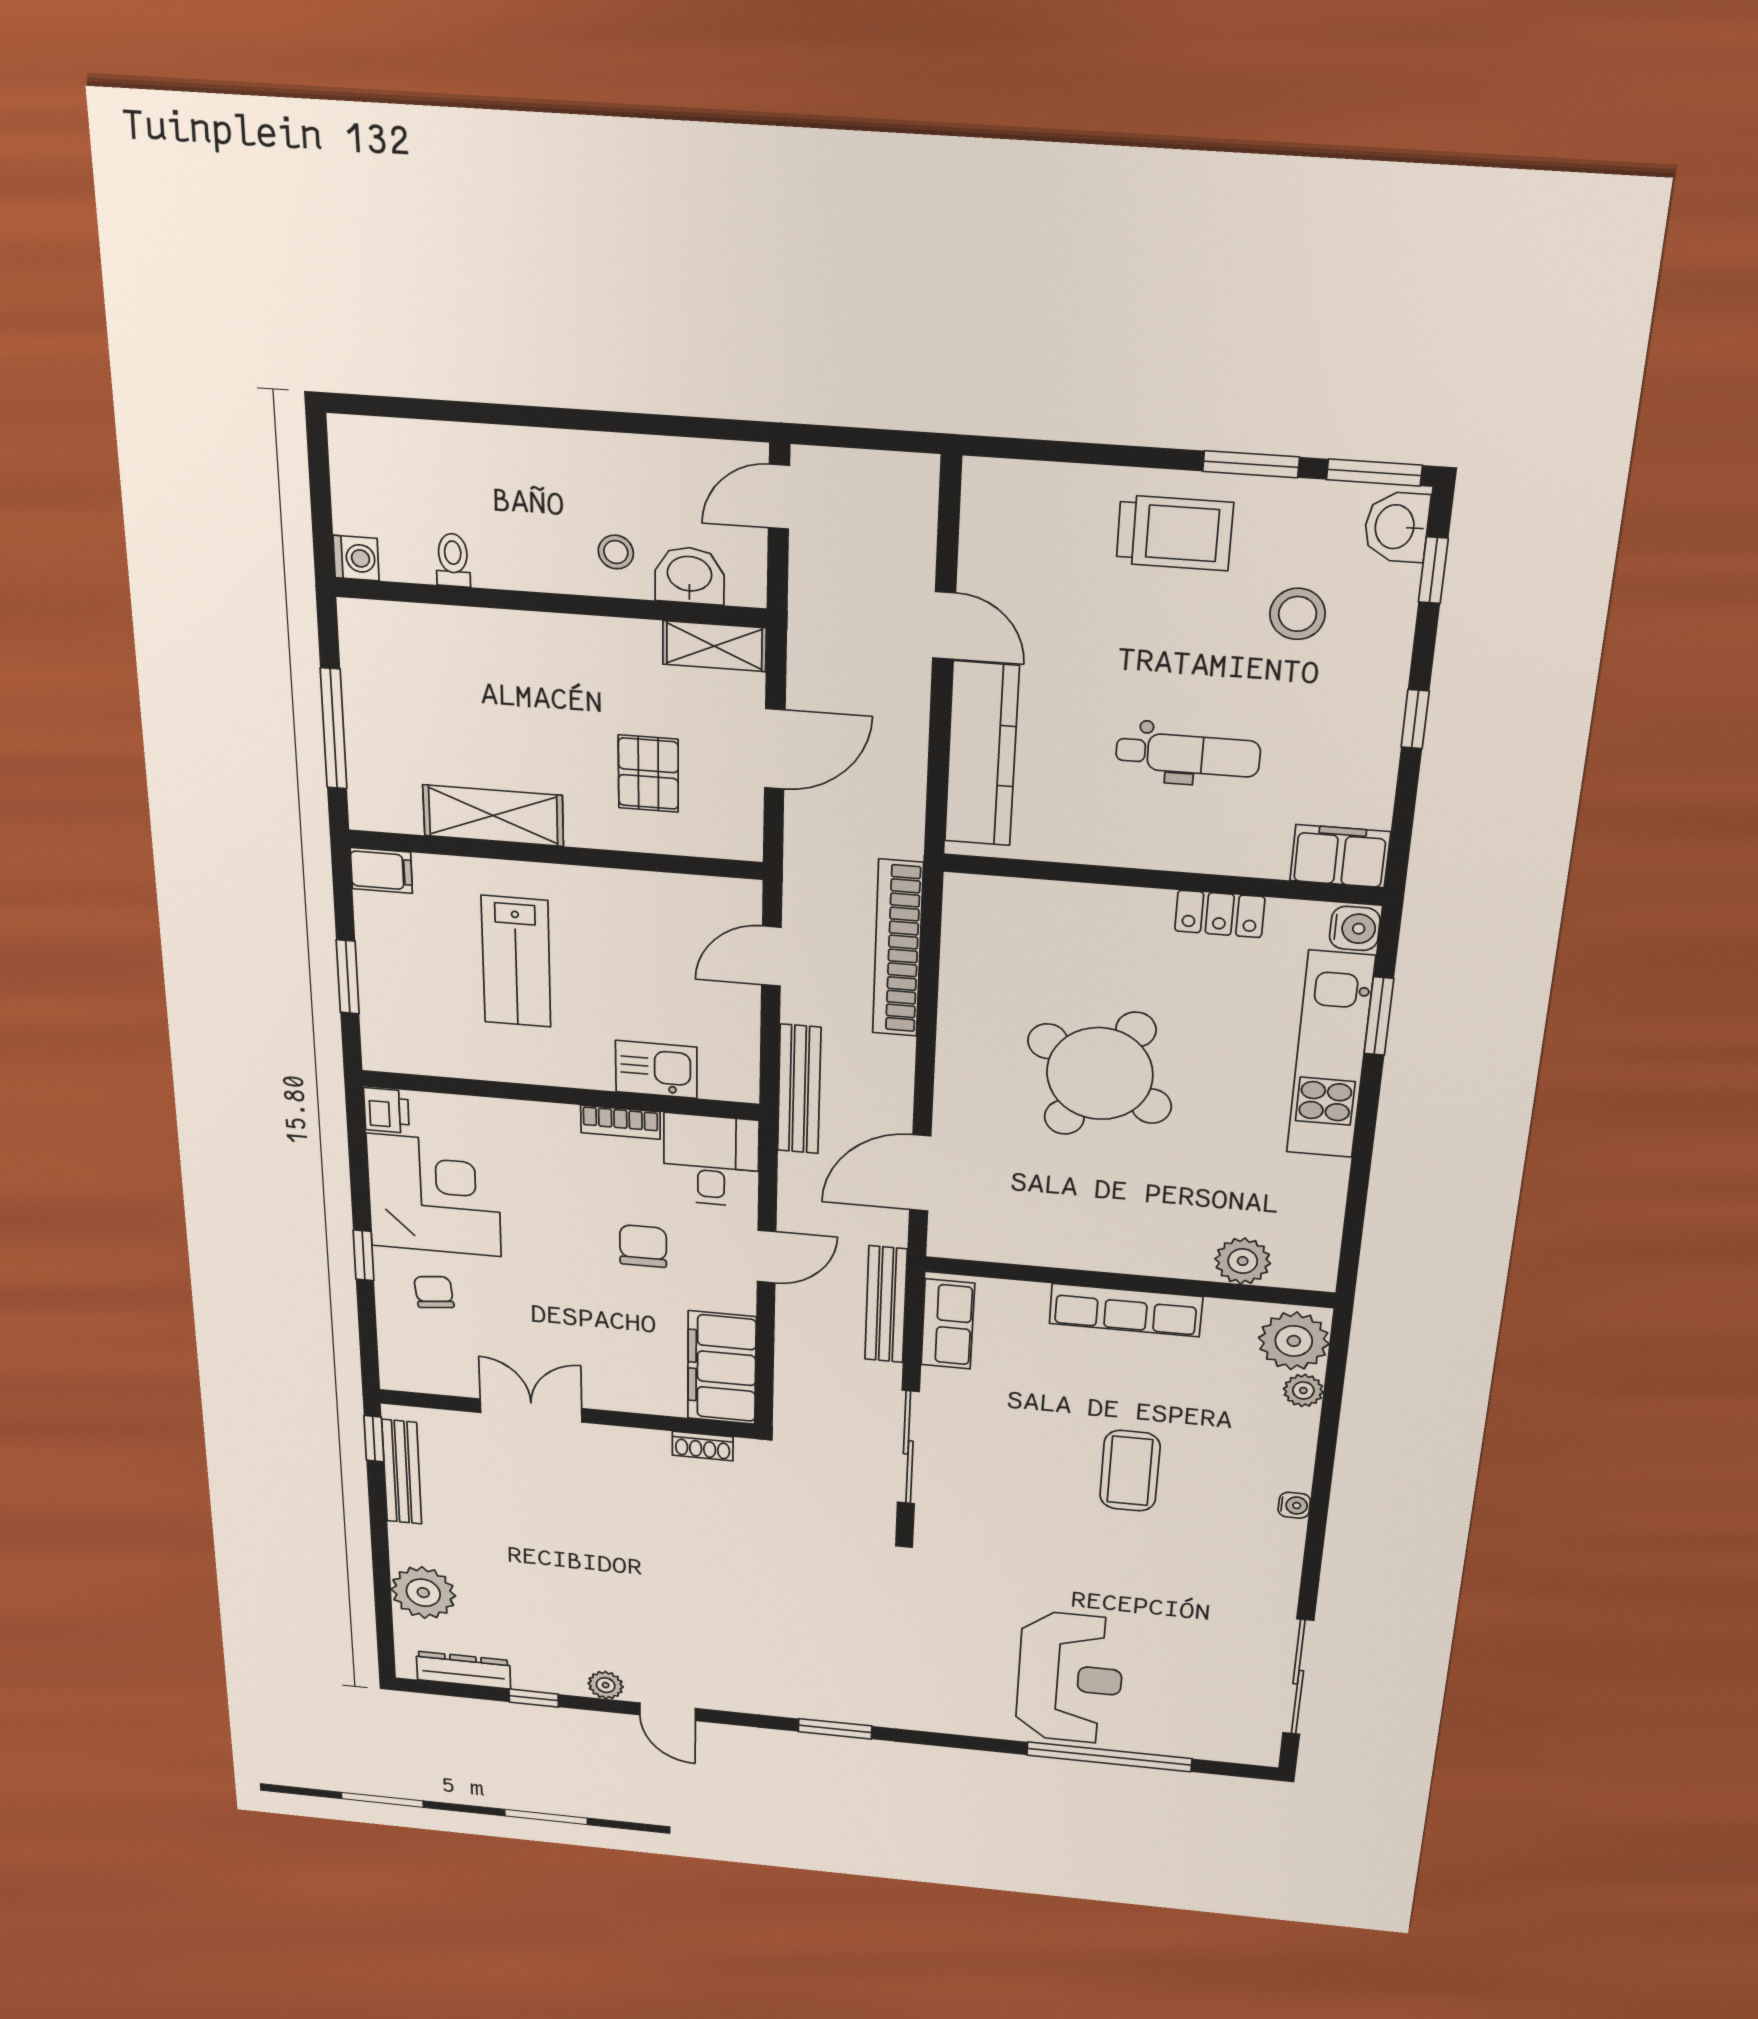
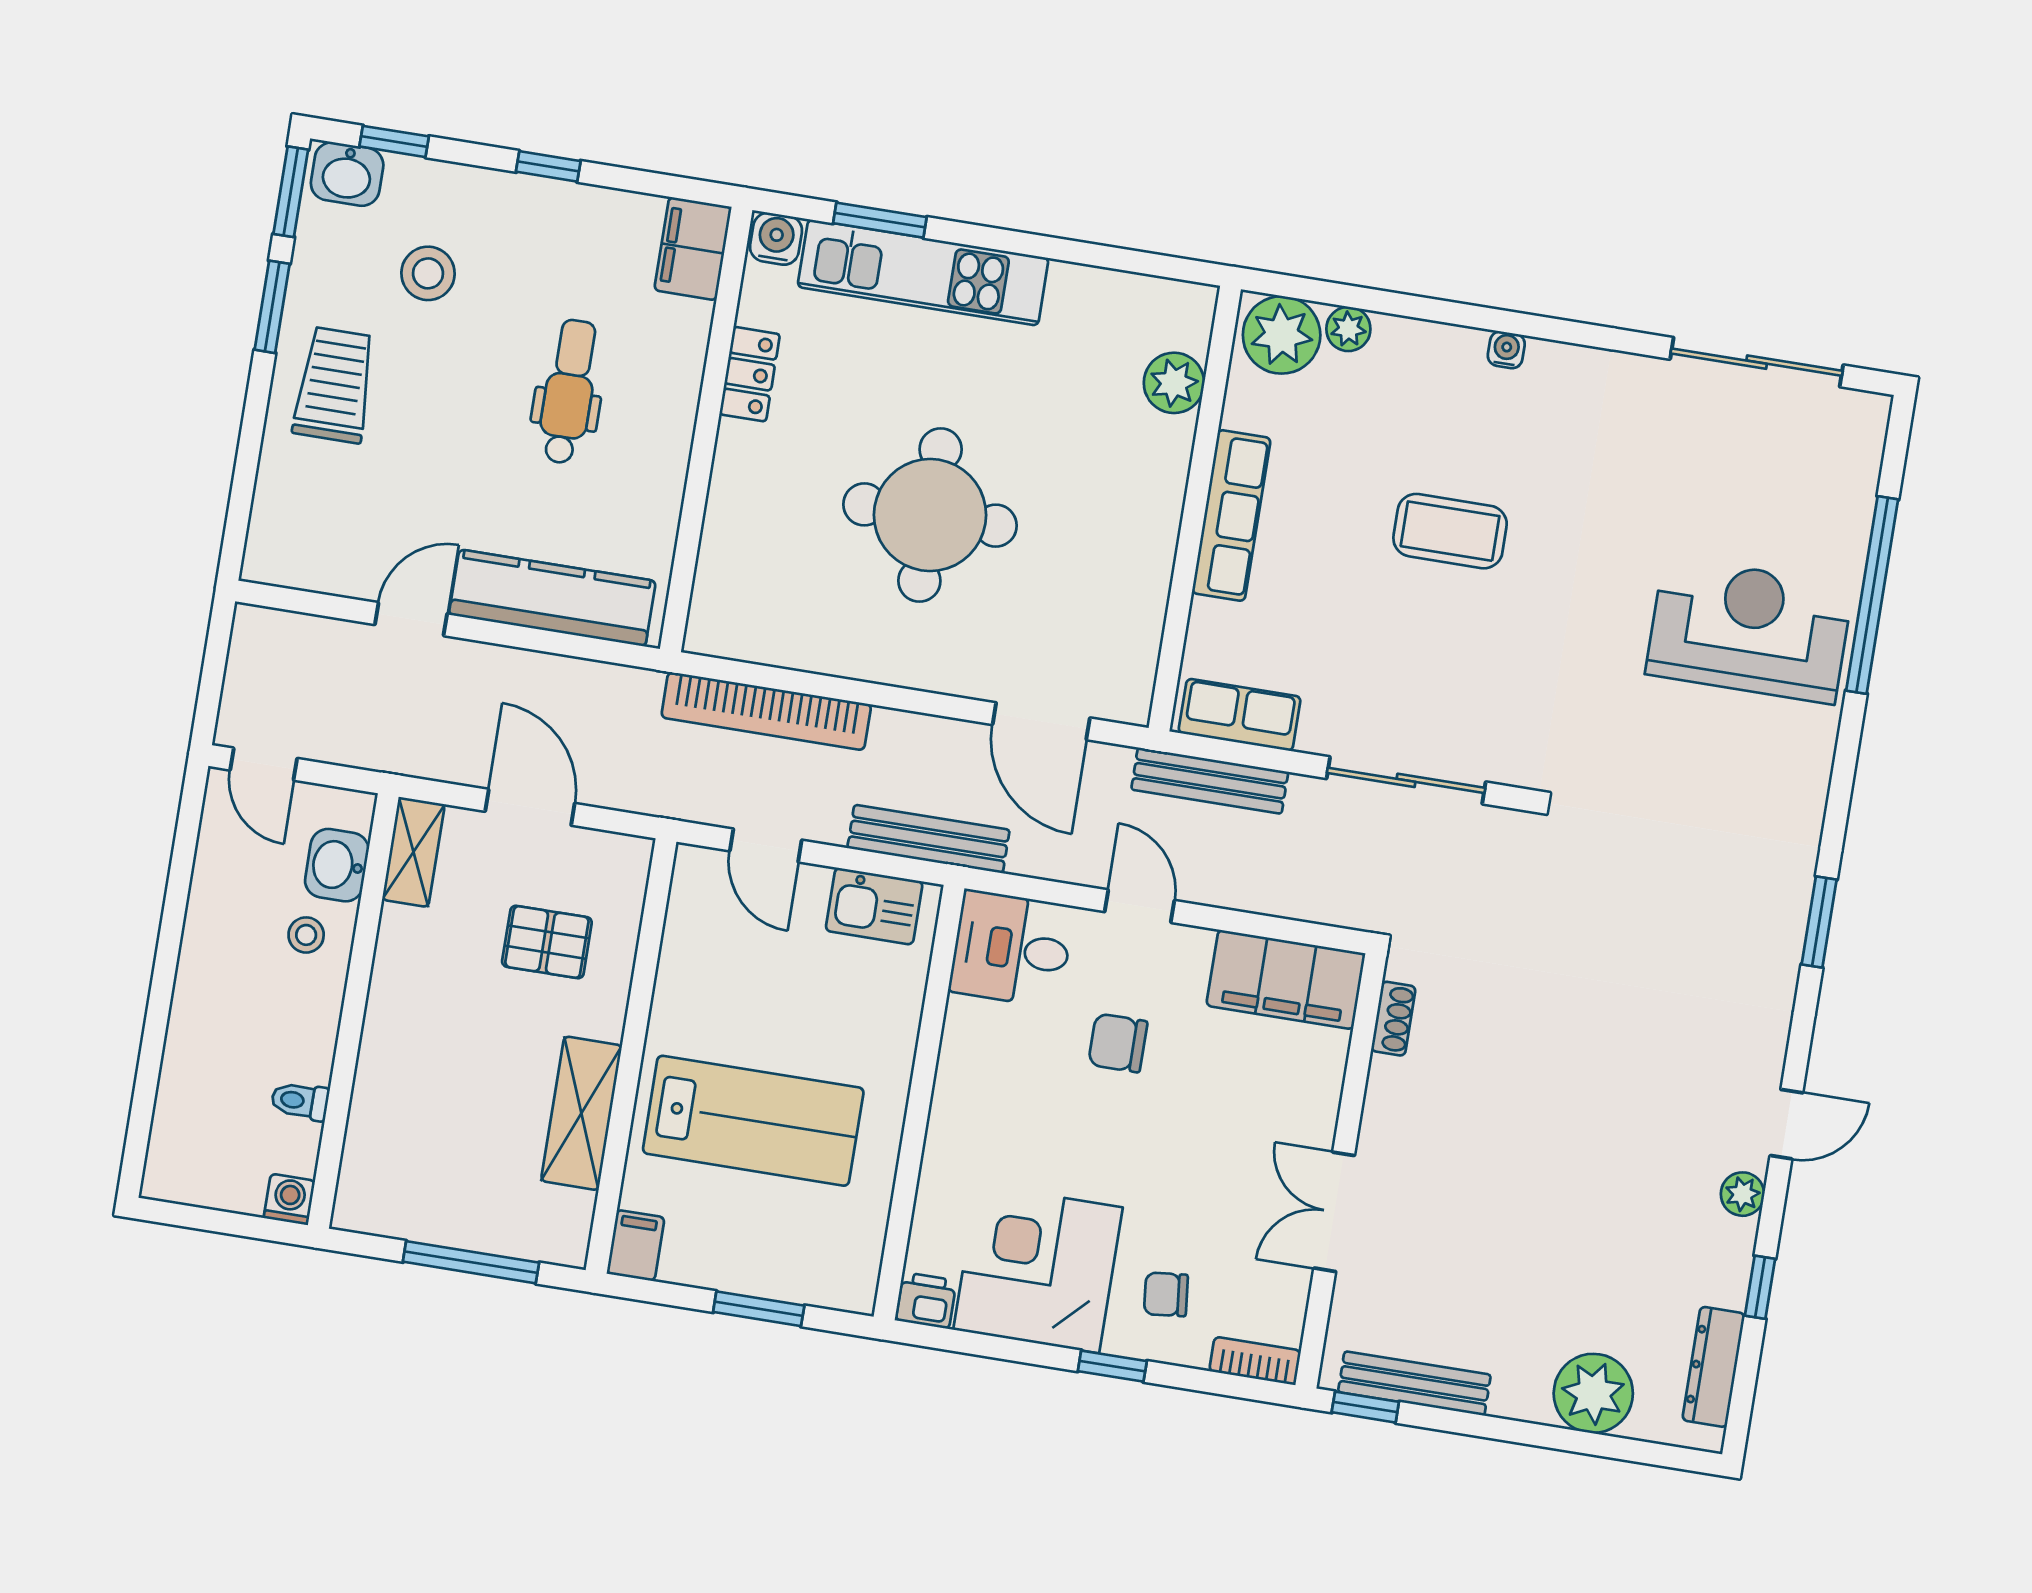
lab bench: (516, 962) -> (753, 1121), width x1.36, depth x1.39
kitchen sink: (656, 1069) -> (874, 906), moved, turned -90
round table: (1100, 1074) -> (930, 515), turned -31
bookcase: (620, 1122) -> (1255, 1361), moved, turned -90

